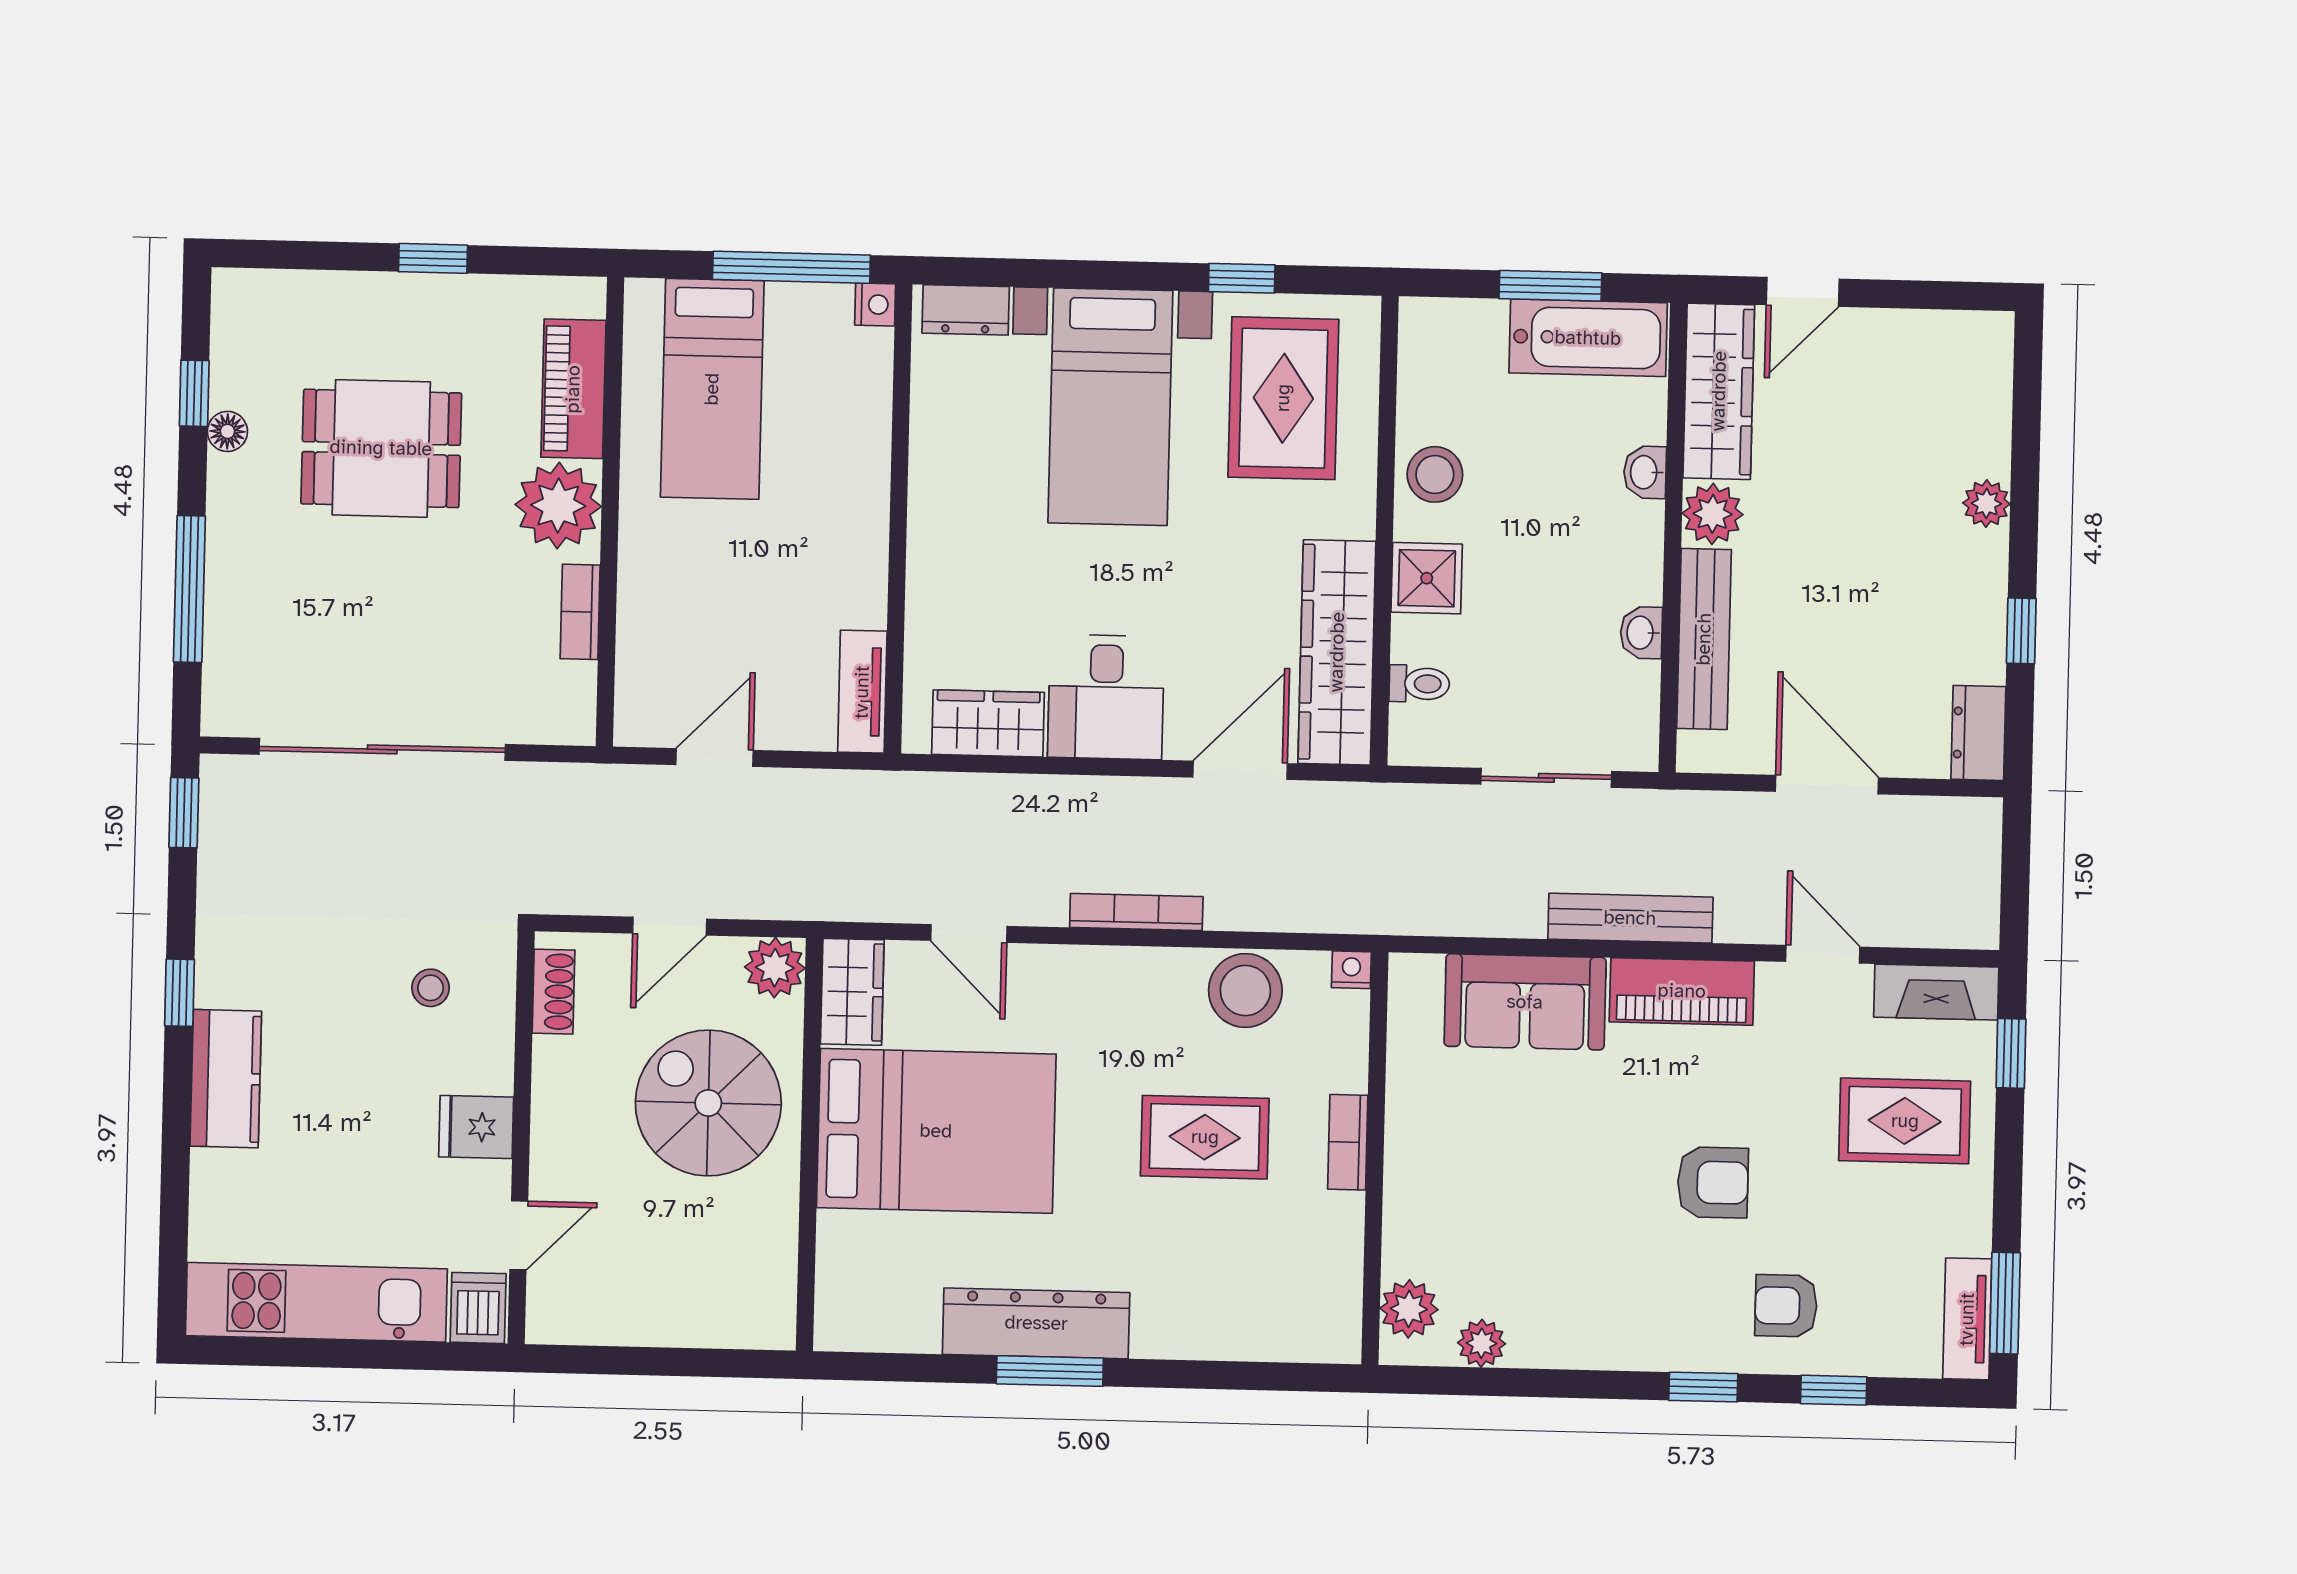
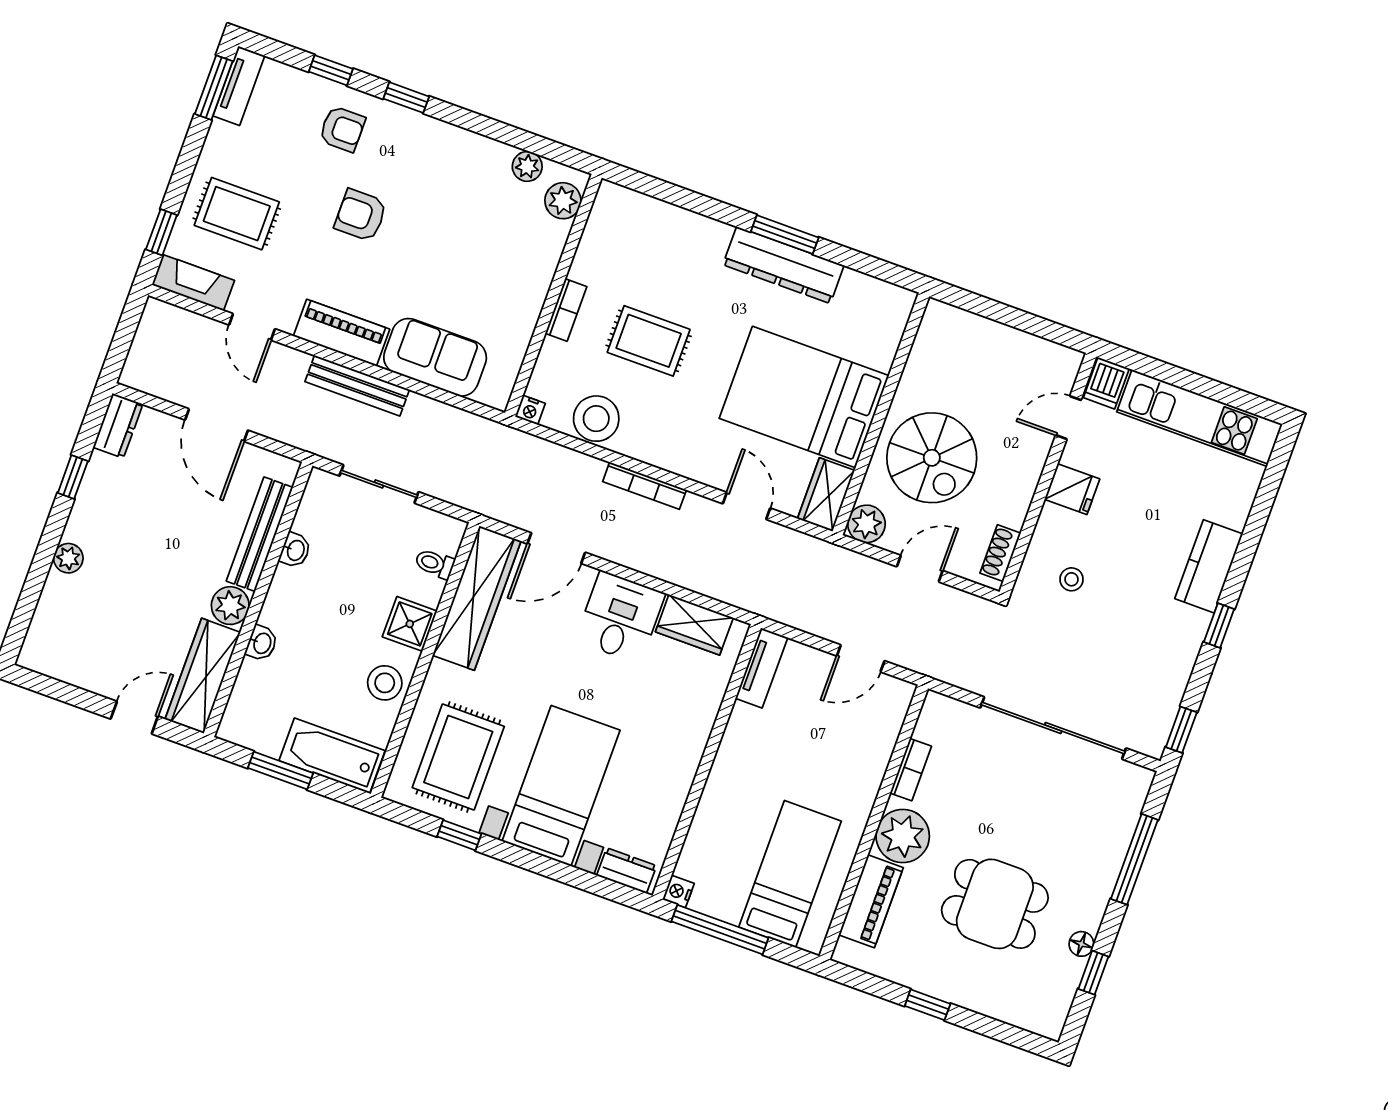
bathtub: (1588, 338) -> (332, 756), moved

